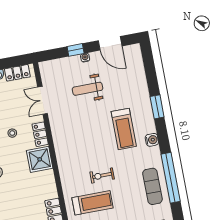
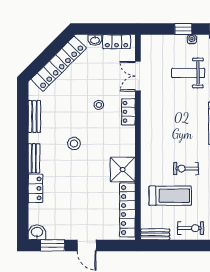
shower: (40, 159) -> (123, 170), moved

